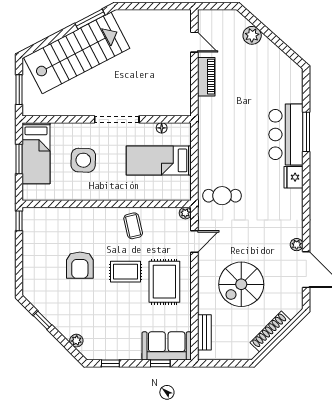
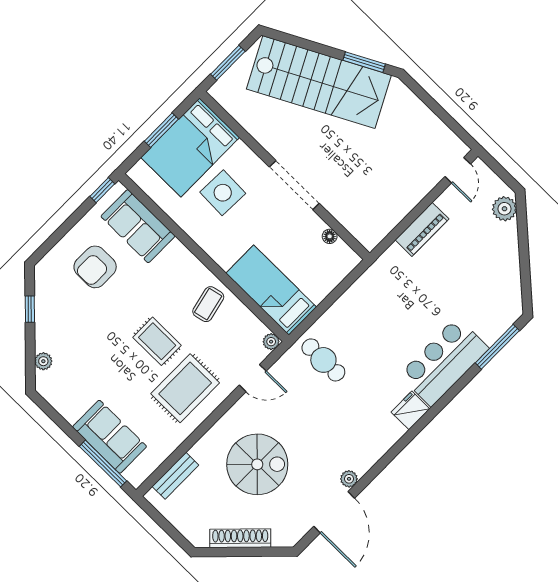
plant: (252, 35) -> (504, 209), moved
door: (194, 42) -> (458, 170), moved
window: (306, 132) -> (497, 347), moved
bed: (36, 153) -> (190, 147), width x1.50
bed: (159, 160) -> (271, 290), moved
sofa: (56, 221) -> (138, 226), added
armchair: (80, 265) -> (95, 267), moved
spiral stairs: (241, 284) -> (257, 464), turned 180
sofa: (167, 346) -> (110, 437), moved
window: (110, 363) -> (55, 416), removed
window: (160, 363) -> (103, 464), width x2.17

